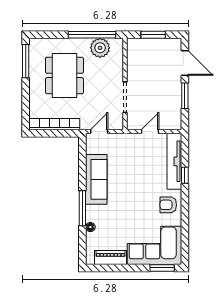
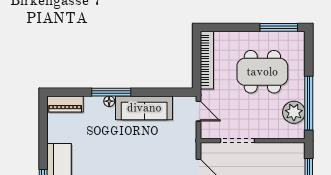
floor lamp: (90, 227) -> (109, 101), moved
piano: (110, 258) -> (65, 104), moved, turned 90

